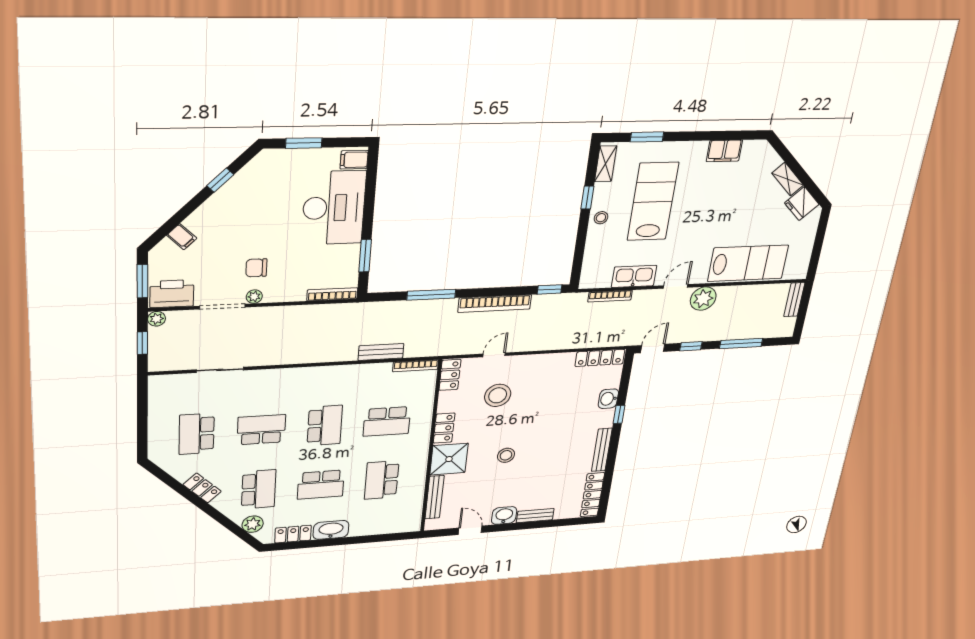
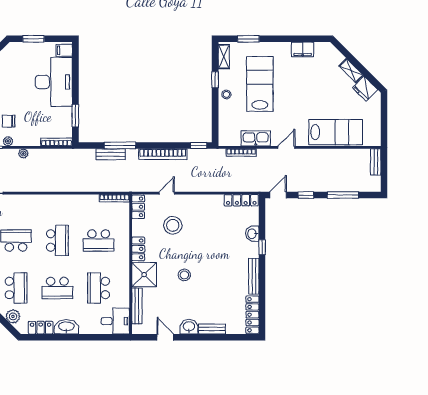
plant: (703, 299) -> (23, 154), moved, width x0.53, depth x0.53
bench: (381, 352) -> (111, 154), moved
desk: (402, 517) -> (115, 321), added

